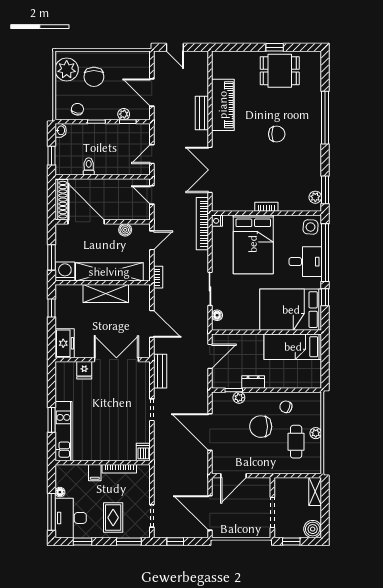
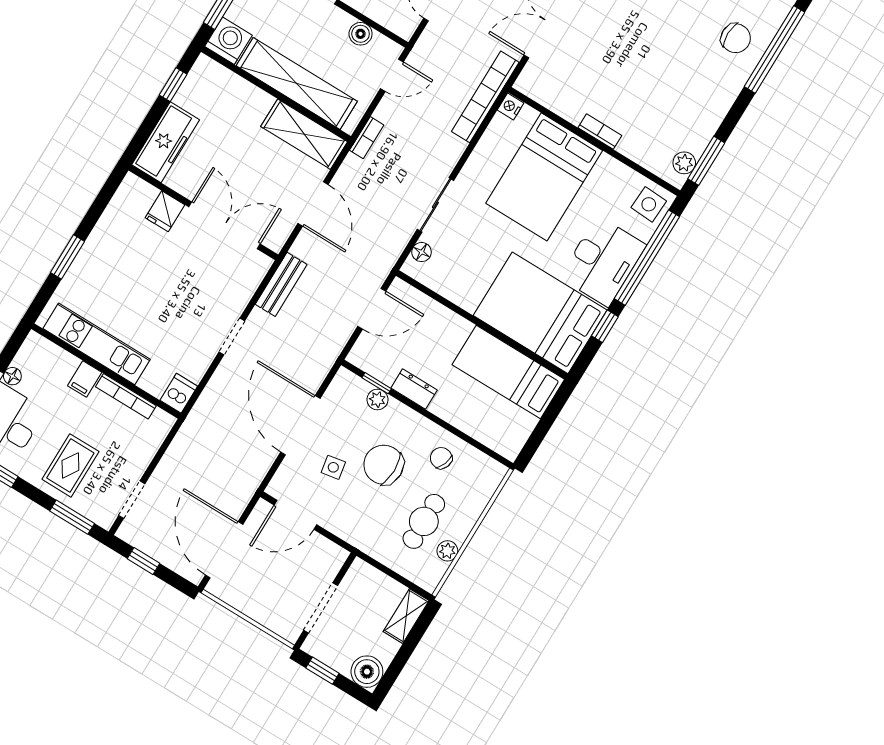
chair: (277, 134) -> (736, 38), moved
desk: (305, 262) -> (603, 261), width x1.37
shelving: (106, 294) -> (304, 134), moved
freezer: (65, 343) -> (166, 142), width x1.40
kitchen unit: (63, 431) -> (97, 344), moved, turned -90
plant: (316, 433) -> (447, 551), moved
side table: (238, 442) -> (333, 467), added

